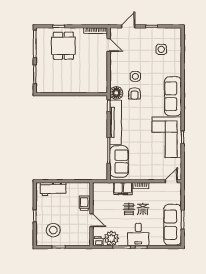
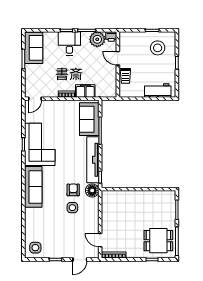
dining table: (63, 46) -> (158, 241), moved, turned 90
side table: (161, 49) -> (35, 248), moved
sofa: (173, 225) -> (34, 48), width x0.73

